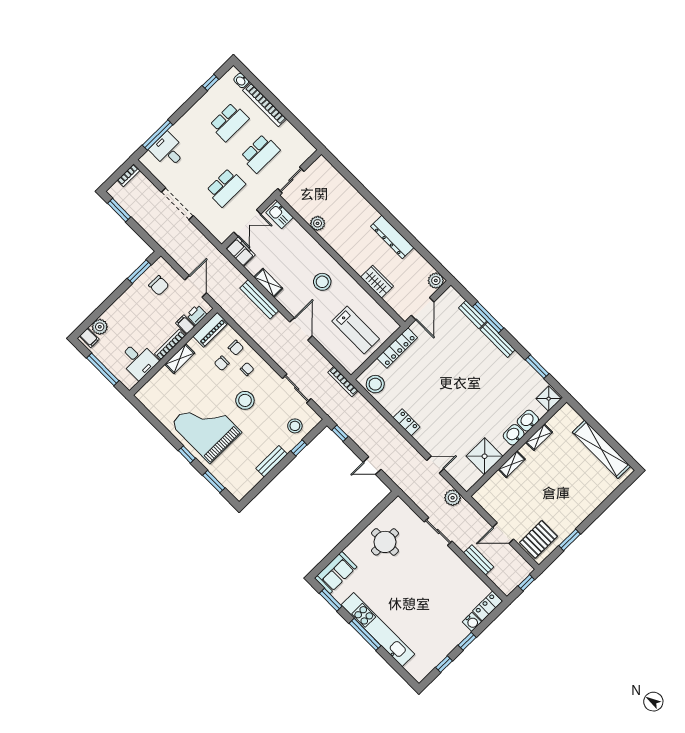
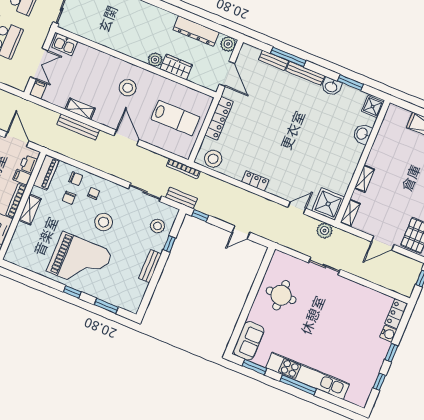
plant: (318, 223) -> (155, 60), moved
dresser: (392, 237) -> (196, 31), moved
filing cabinet: (240, 252) -> (38, 89), width x0.50
grand piano: (206, 428) -> (79, 261), turned 180
washbasin: (514, 435) -> (331, 87), moved, turned -90
shelving: (539, 437) -> (350, 213), moved
shower: (485, 456) -> (328, 204), moved
bench: (479, 560) -> (181, 198), moved

